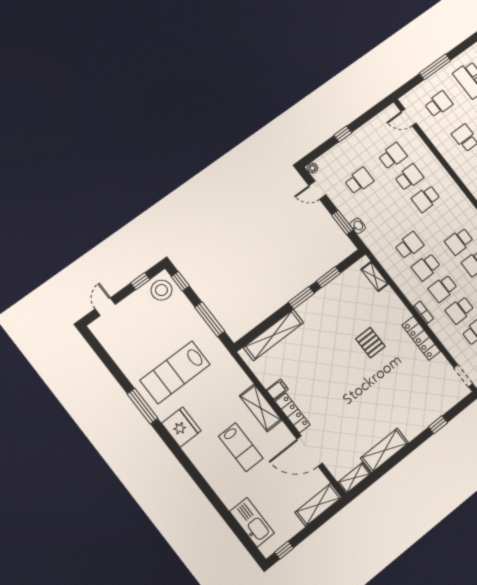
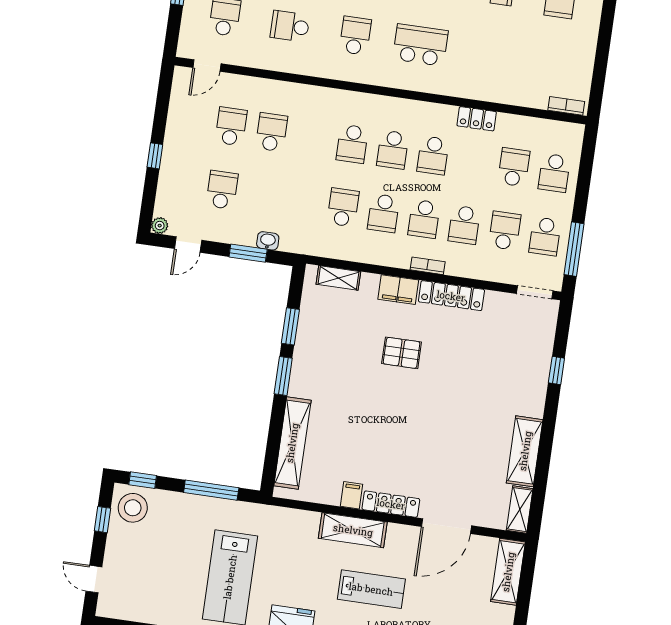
school desk: (426, 199) -> (352, 144), moved
filing cabinet: (398, 310) -> (398, 290), added

